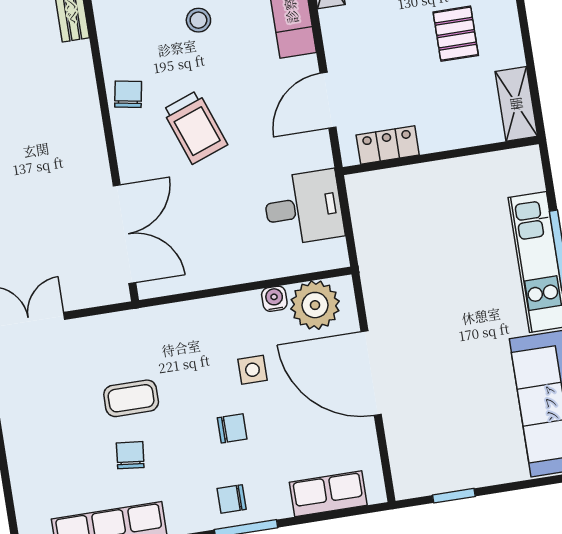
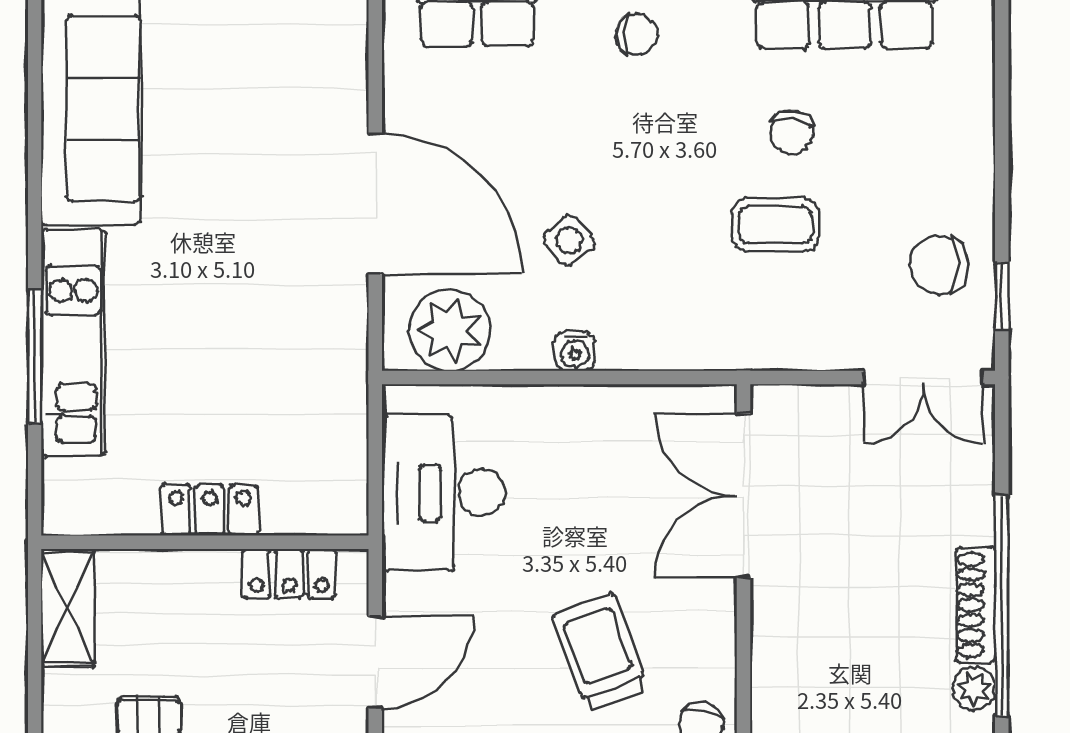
locker: (441, 175) -> (210, 510), added
desk: (303, 208) -> (443, 493), width x1.37
water cooler: (274, 299) -> (575, 351), moved
side table: (252, 370) -> (569, 240), turned -38
chair: (232, 428) -> (939, 265), moved, width x1.37, depth x1.37

